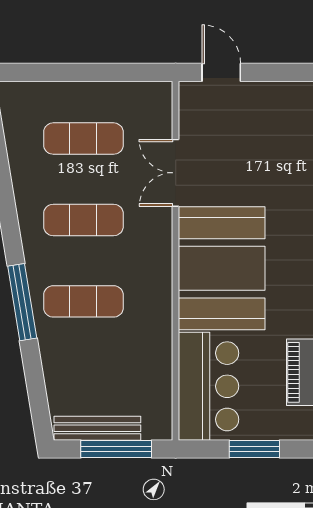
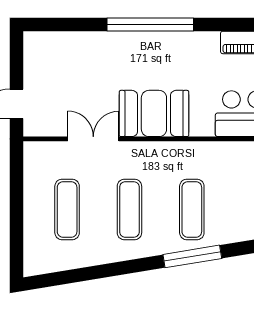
double door: (176, 173) -> (93, 139), swing flipped
booth: (222, 268) -> (154, 113), width x0.73, depth x0.70

